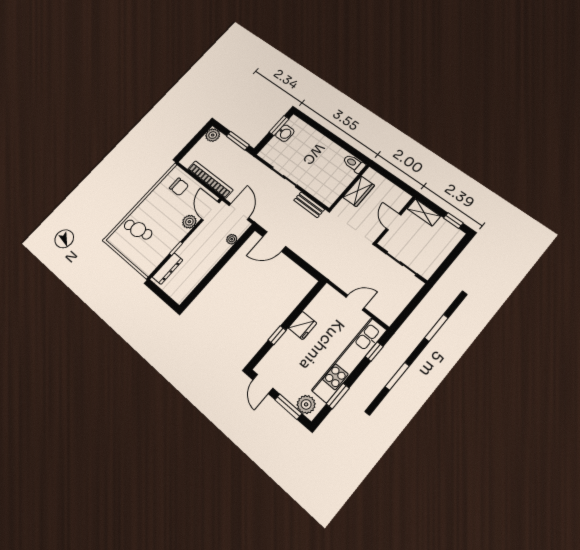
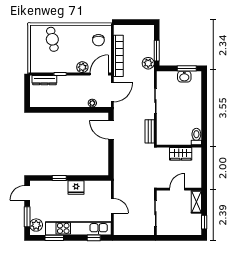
plant: (213, 135) -> (148, 63), moved

